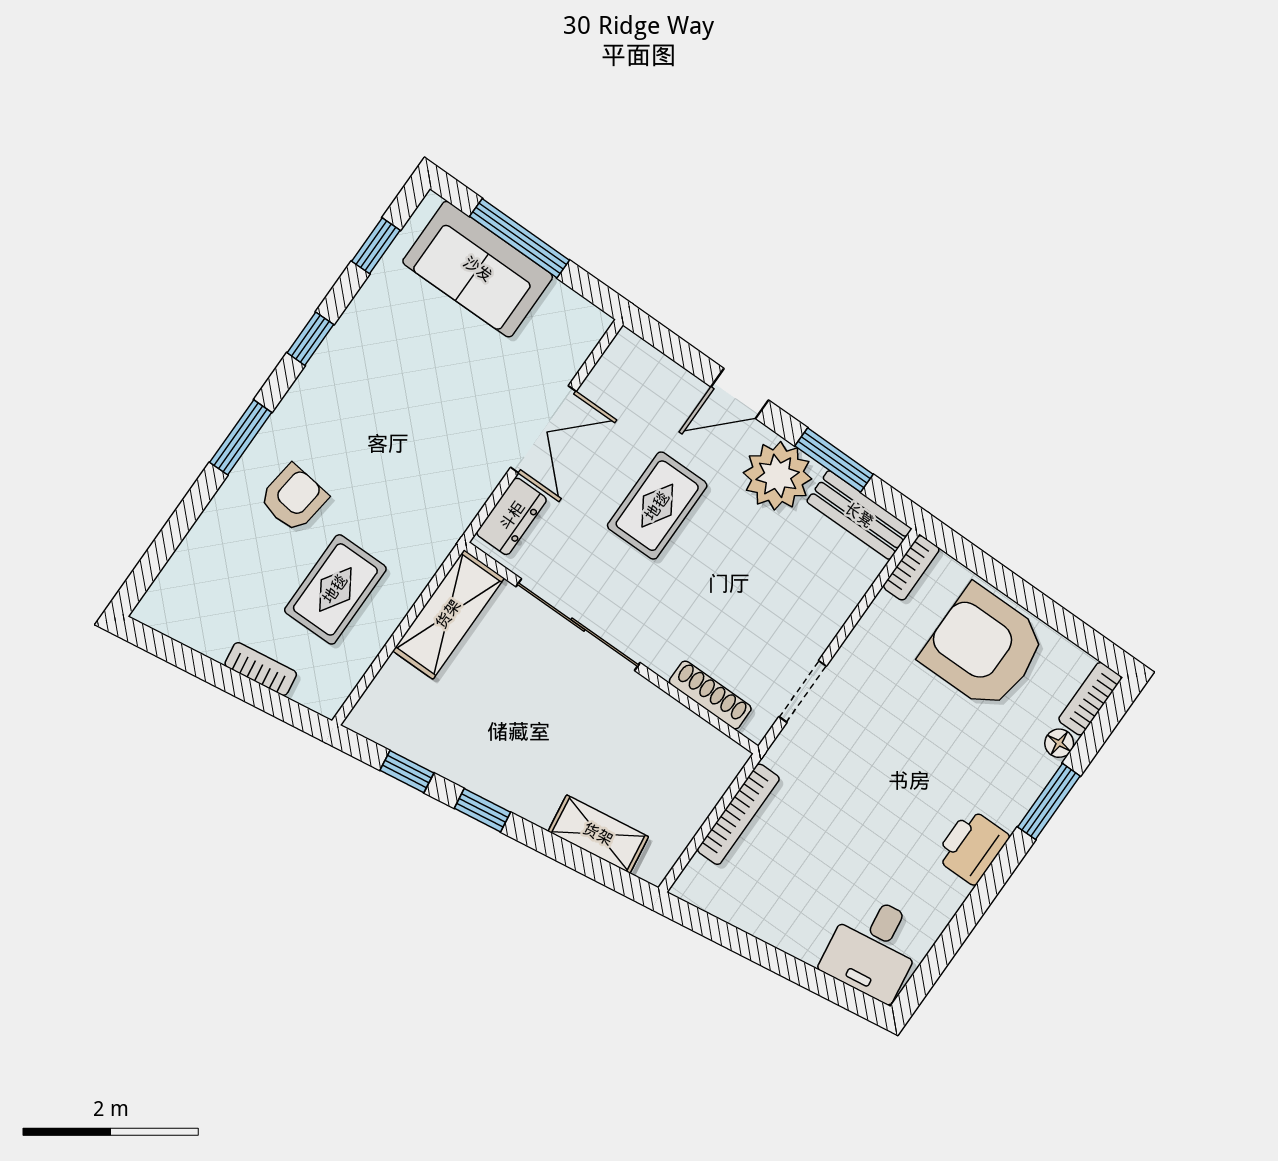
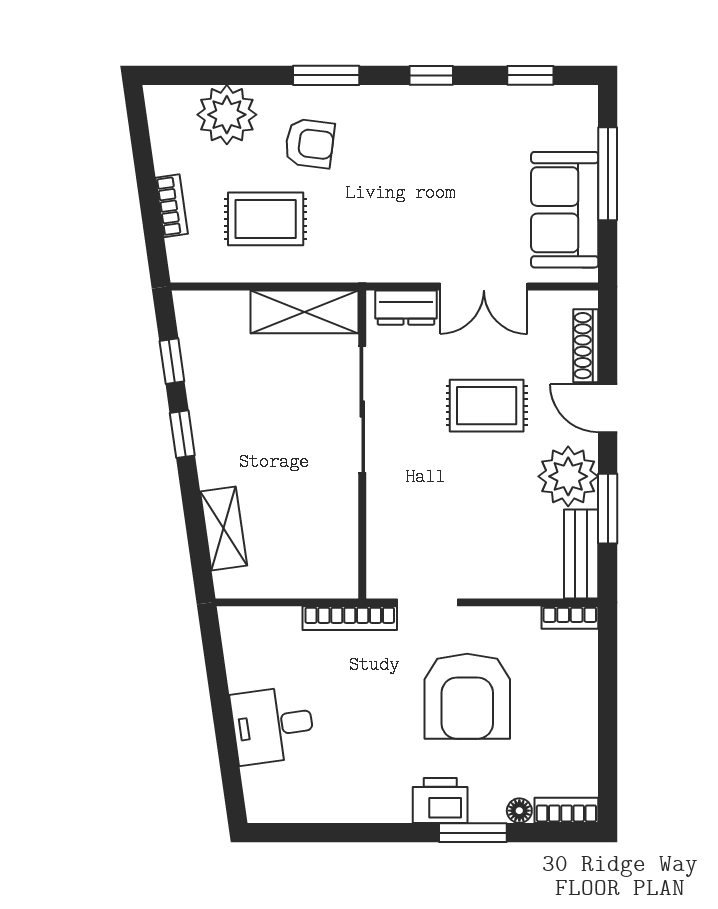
sofa: (478, 269) -> (565, 210), moved
plant: (212, 557) -> (227, 115), added
armchair: (984, 648) -> (467, 696), moved, turned 180
shoe rack: (710, 695) -> (586, 346), moved, turned 180
bookcase: (738, 814) -> (350, 618), moved
printer: (972, 847) -> (440, 801), moved
desk: (874, 948) -> (273, 725), moved

